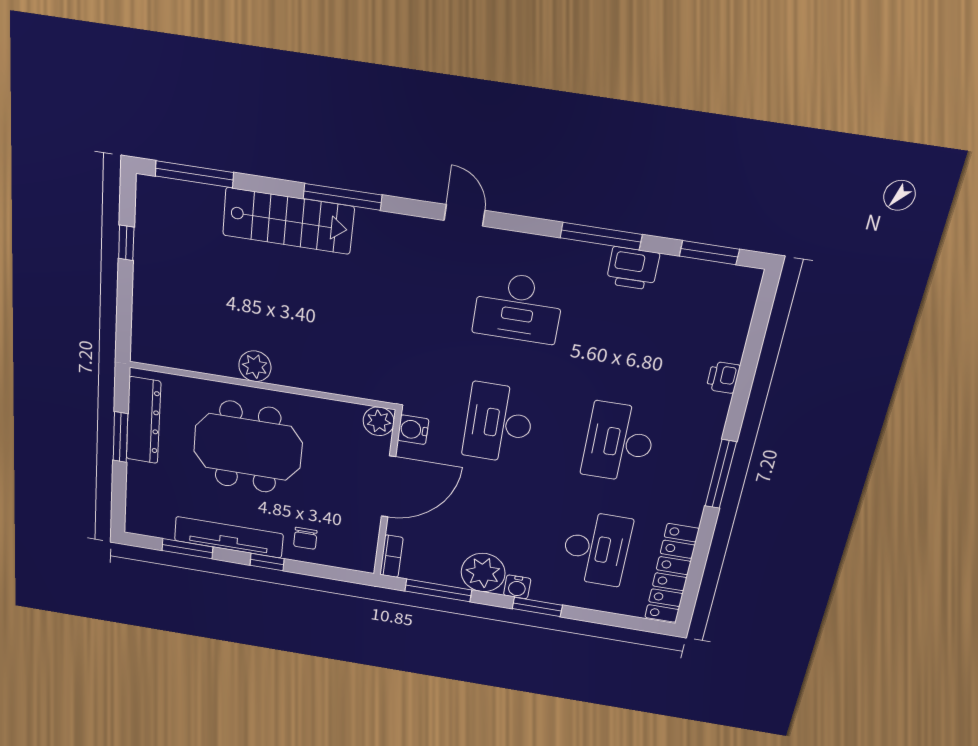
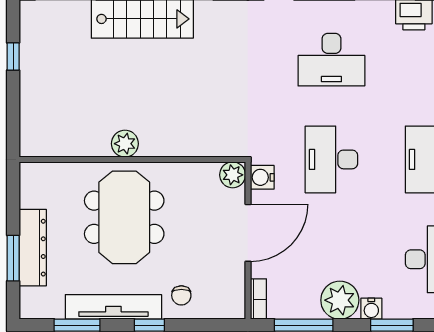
dresser: (143, 420) -> (33, 248), moved
window: (120, 437) -> (13, 258), moved
meeting table: (248, 447) -> (124, 217), turned 90

